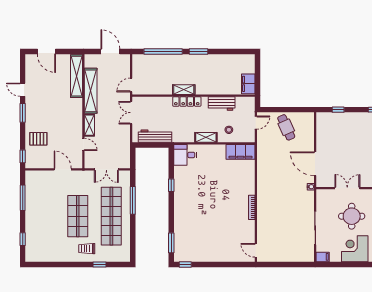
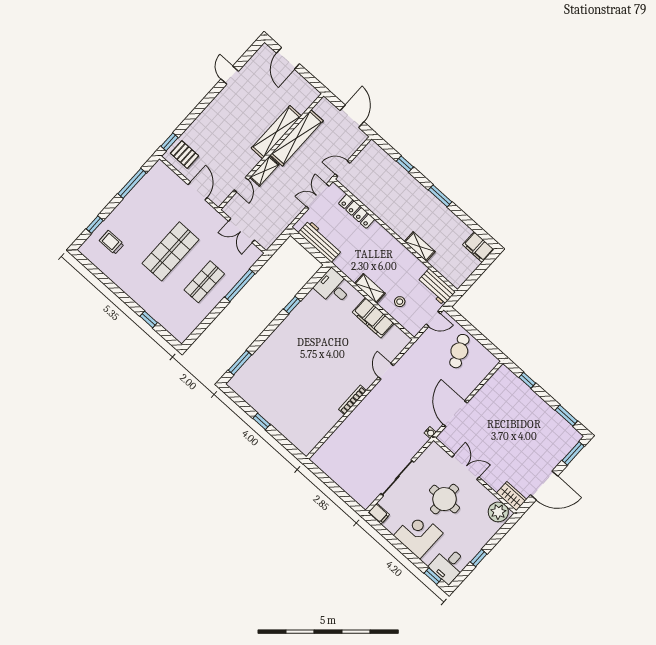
window: (163, 51) -> (405, 164), width x0.32
shelving: (77, 76) -> (276, 132), moved
filing cabinet: (248, 84) -> (478, 247), moved, turned -90
shelving: (184, 90) -> (420, 247), moved
locker: (187, 101) -> (357, 211), moved
workbench: (222, 103) -> (436, 287), moved
window: (23, 113) -> (209, 98), removed
pallet: (38, 139) -> (185, 155), moved
filing cabinet: (240, 152) -> (373, 318), moved
shop shelf: (111, 216) -> (204, 282), width x0.50, depth x0.74
trolley: (87, 249) -> (112, 242), moved
door: (256, 250) -> (386, 371), moved
window: (185, 264) -> (261, 421), moved

